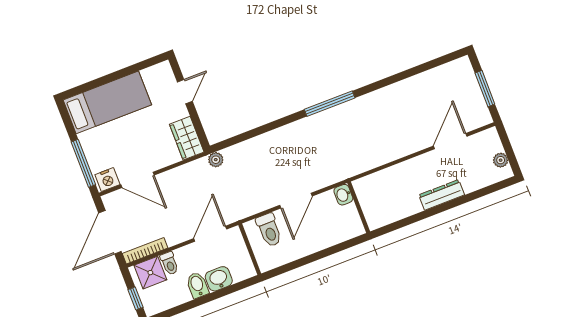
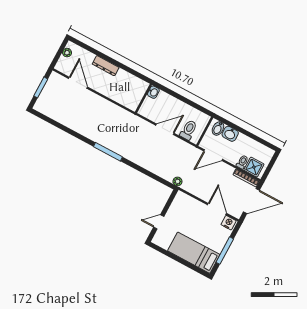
wardrobe: (187, 138) -> (179, 203), removed
door: (450, 141) -> (78, 83), swing flipped
window: (83, 163) -> (225, 251), moved
washbasin: (343, 195) -> (153, 92), moved
bidet: (197, 285) -> (218, 128), moved
window: (136, 298) -> (271, 164), removed

